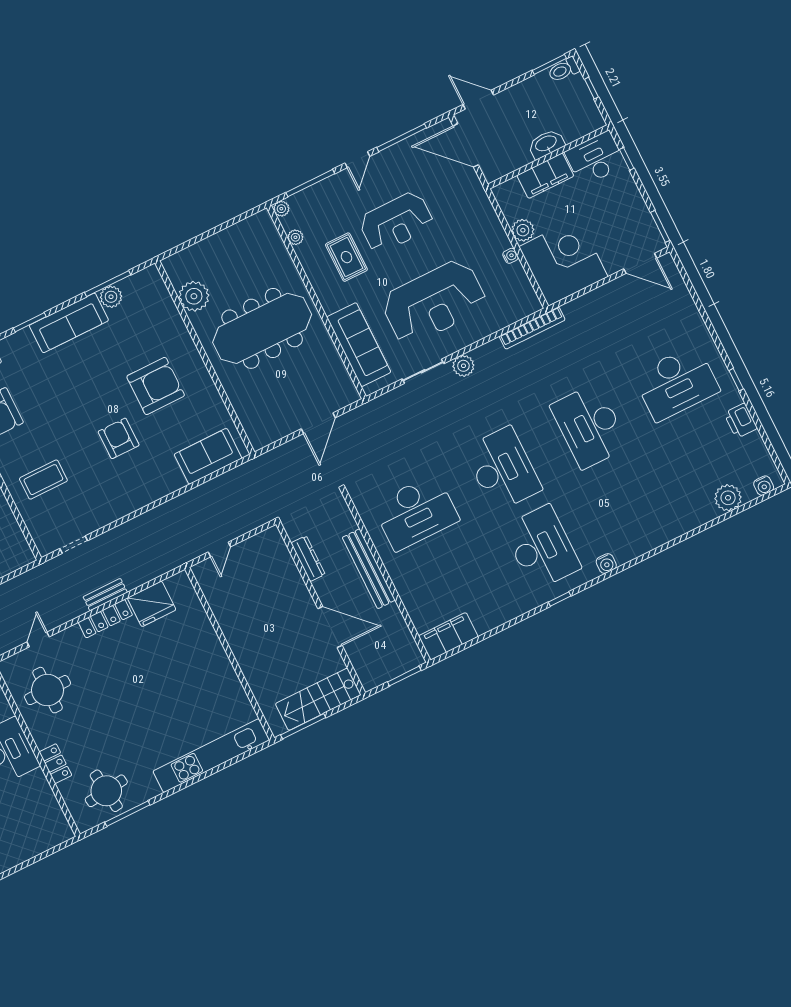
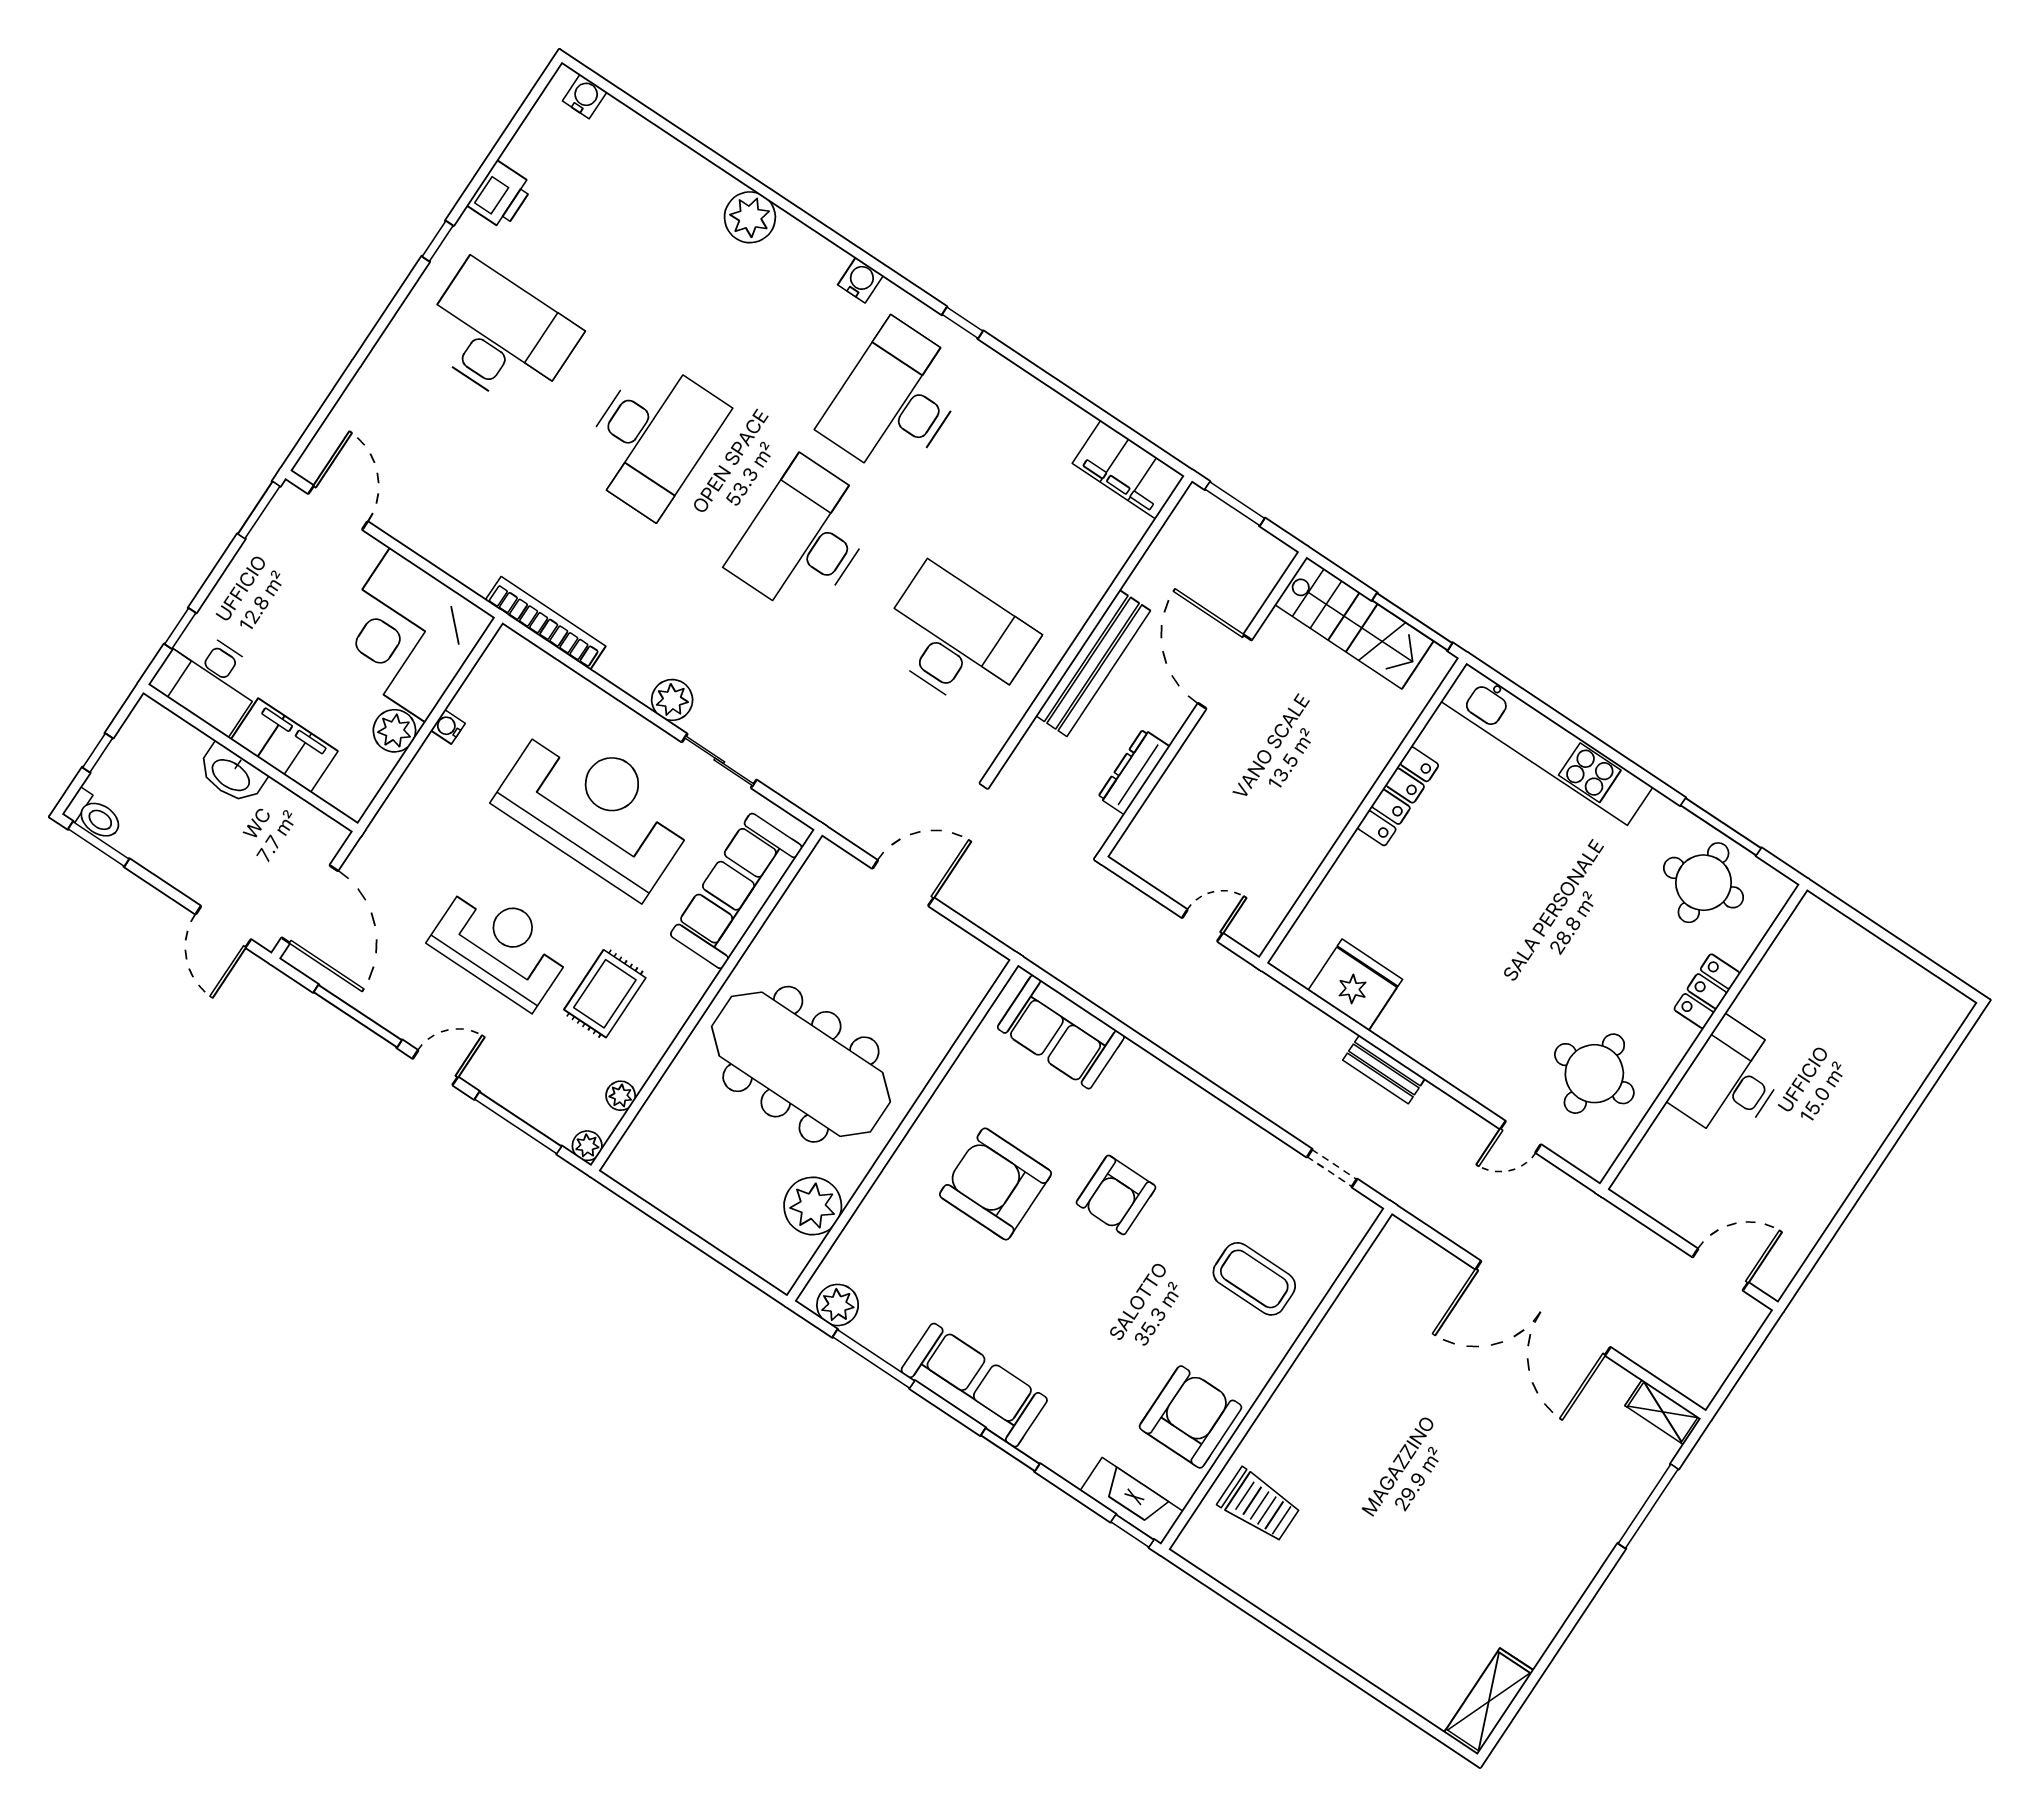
plant: (111, 297) -> (838, 1305), moved
plant: (728, 498) -> (750, 217), moved
locker: (105, 619) -> (1398, 796), moved, turned 90

